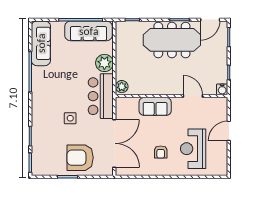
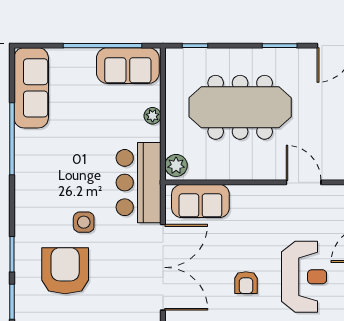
sofa: (89, 31) -> (128, 66), width x0.73
meeting table: (172, 40) -> (240, 107), moved
plant: (104, 63) -> (153, 116), width x0.53, depth x0.53
sofa: (155, 106) -> (200, 201), moved
reception desk: (193, 149) -> (304, 277), turned 180
armchair: (80, 158) -> (65, 271), moved, turned 90

